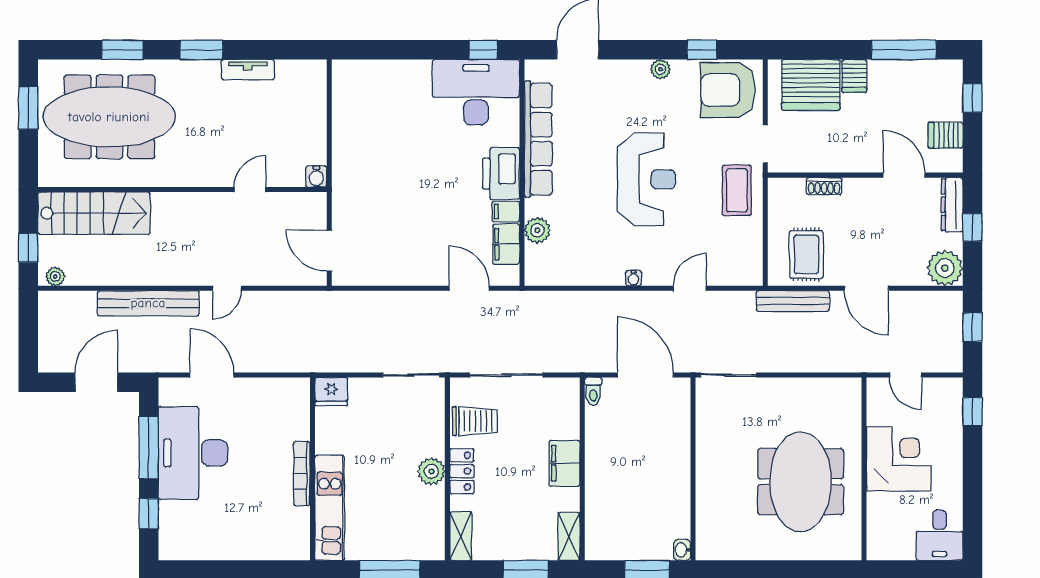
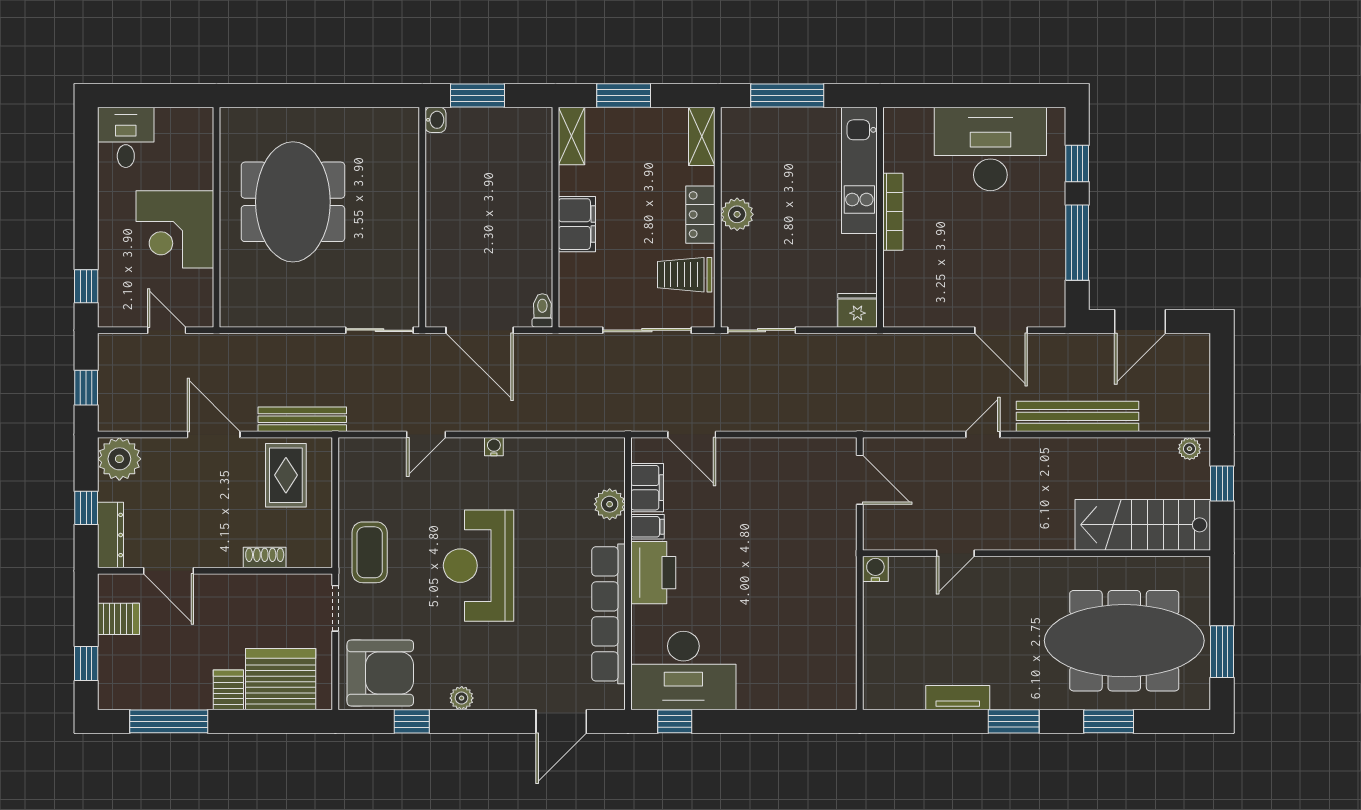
desk: (193, 453) -> (990, 149), moved, turned -90

